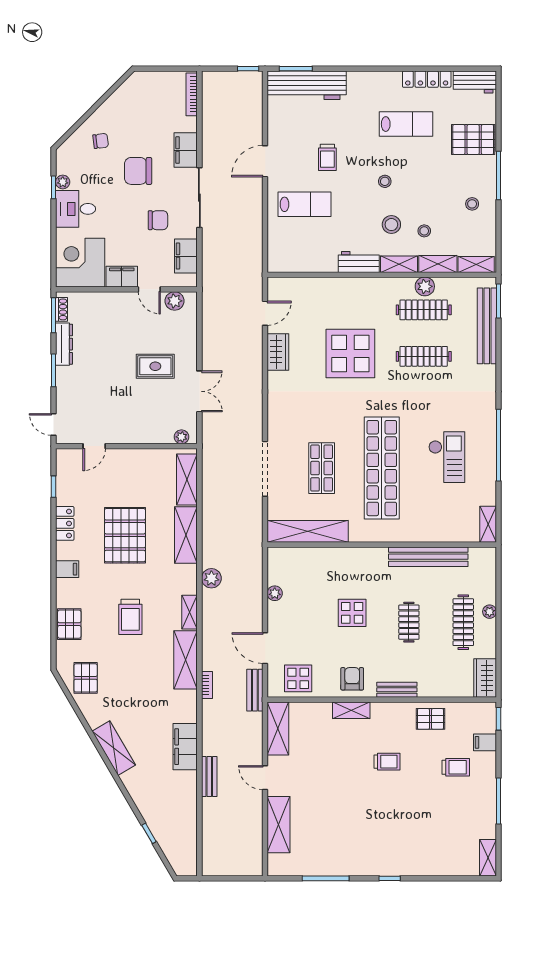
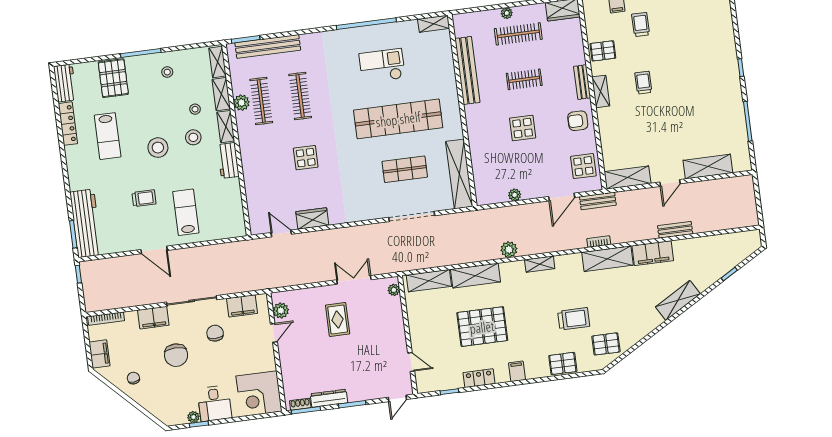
lab bench: (406, 124) -> (108, 136), turned 180
chair: (101, 141) -> (133, 378), moved
stool: (385, 181) -> (158, 148), width x1.89, depth x1.89
filing cabinet: (122, 277) -> (100, 354), moved, turned 180
display table: (350, 353) -> (306, 158), width x0.54, depth x0.54
trolley: (130, 617) -> (574, 319), moved
shelving: (186, 660) -> (607, 259), moved
shelving: (351, 710) -> (601, 91), moved
pallet: (430, 719) -> (603, 51), turned 90
shelving: (114, 748) -> (678, 300), moved

